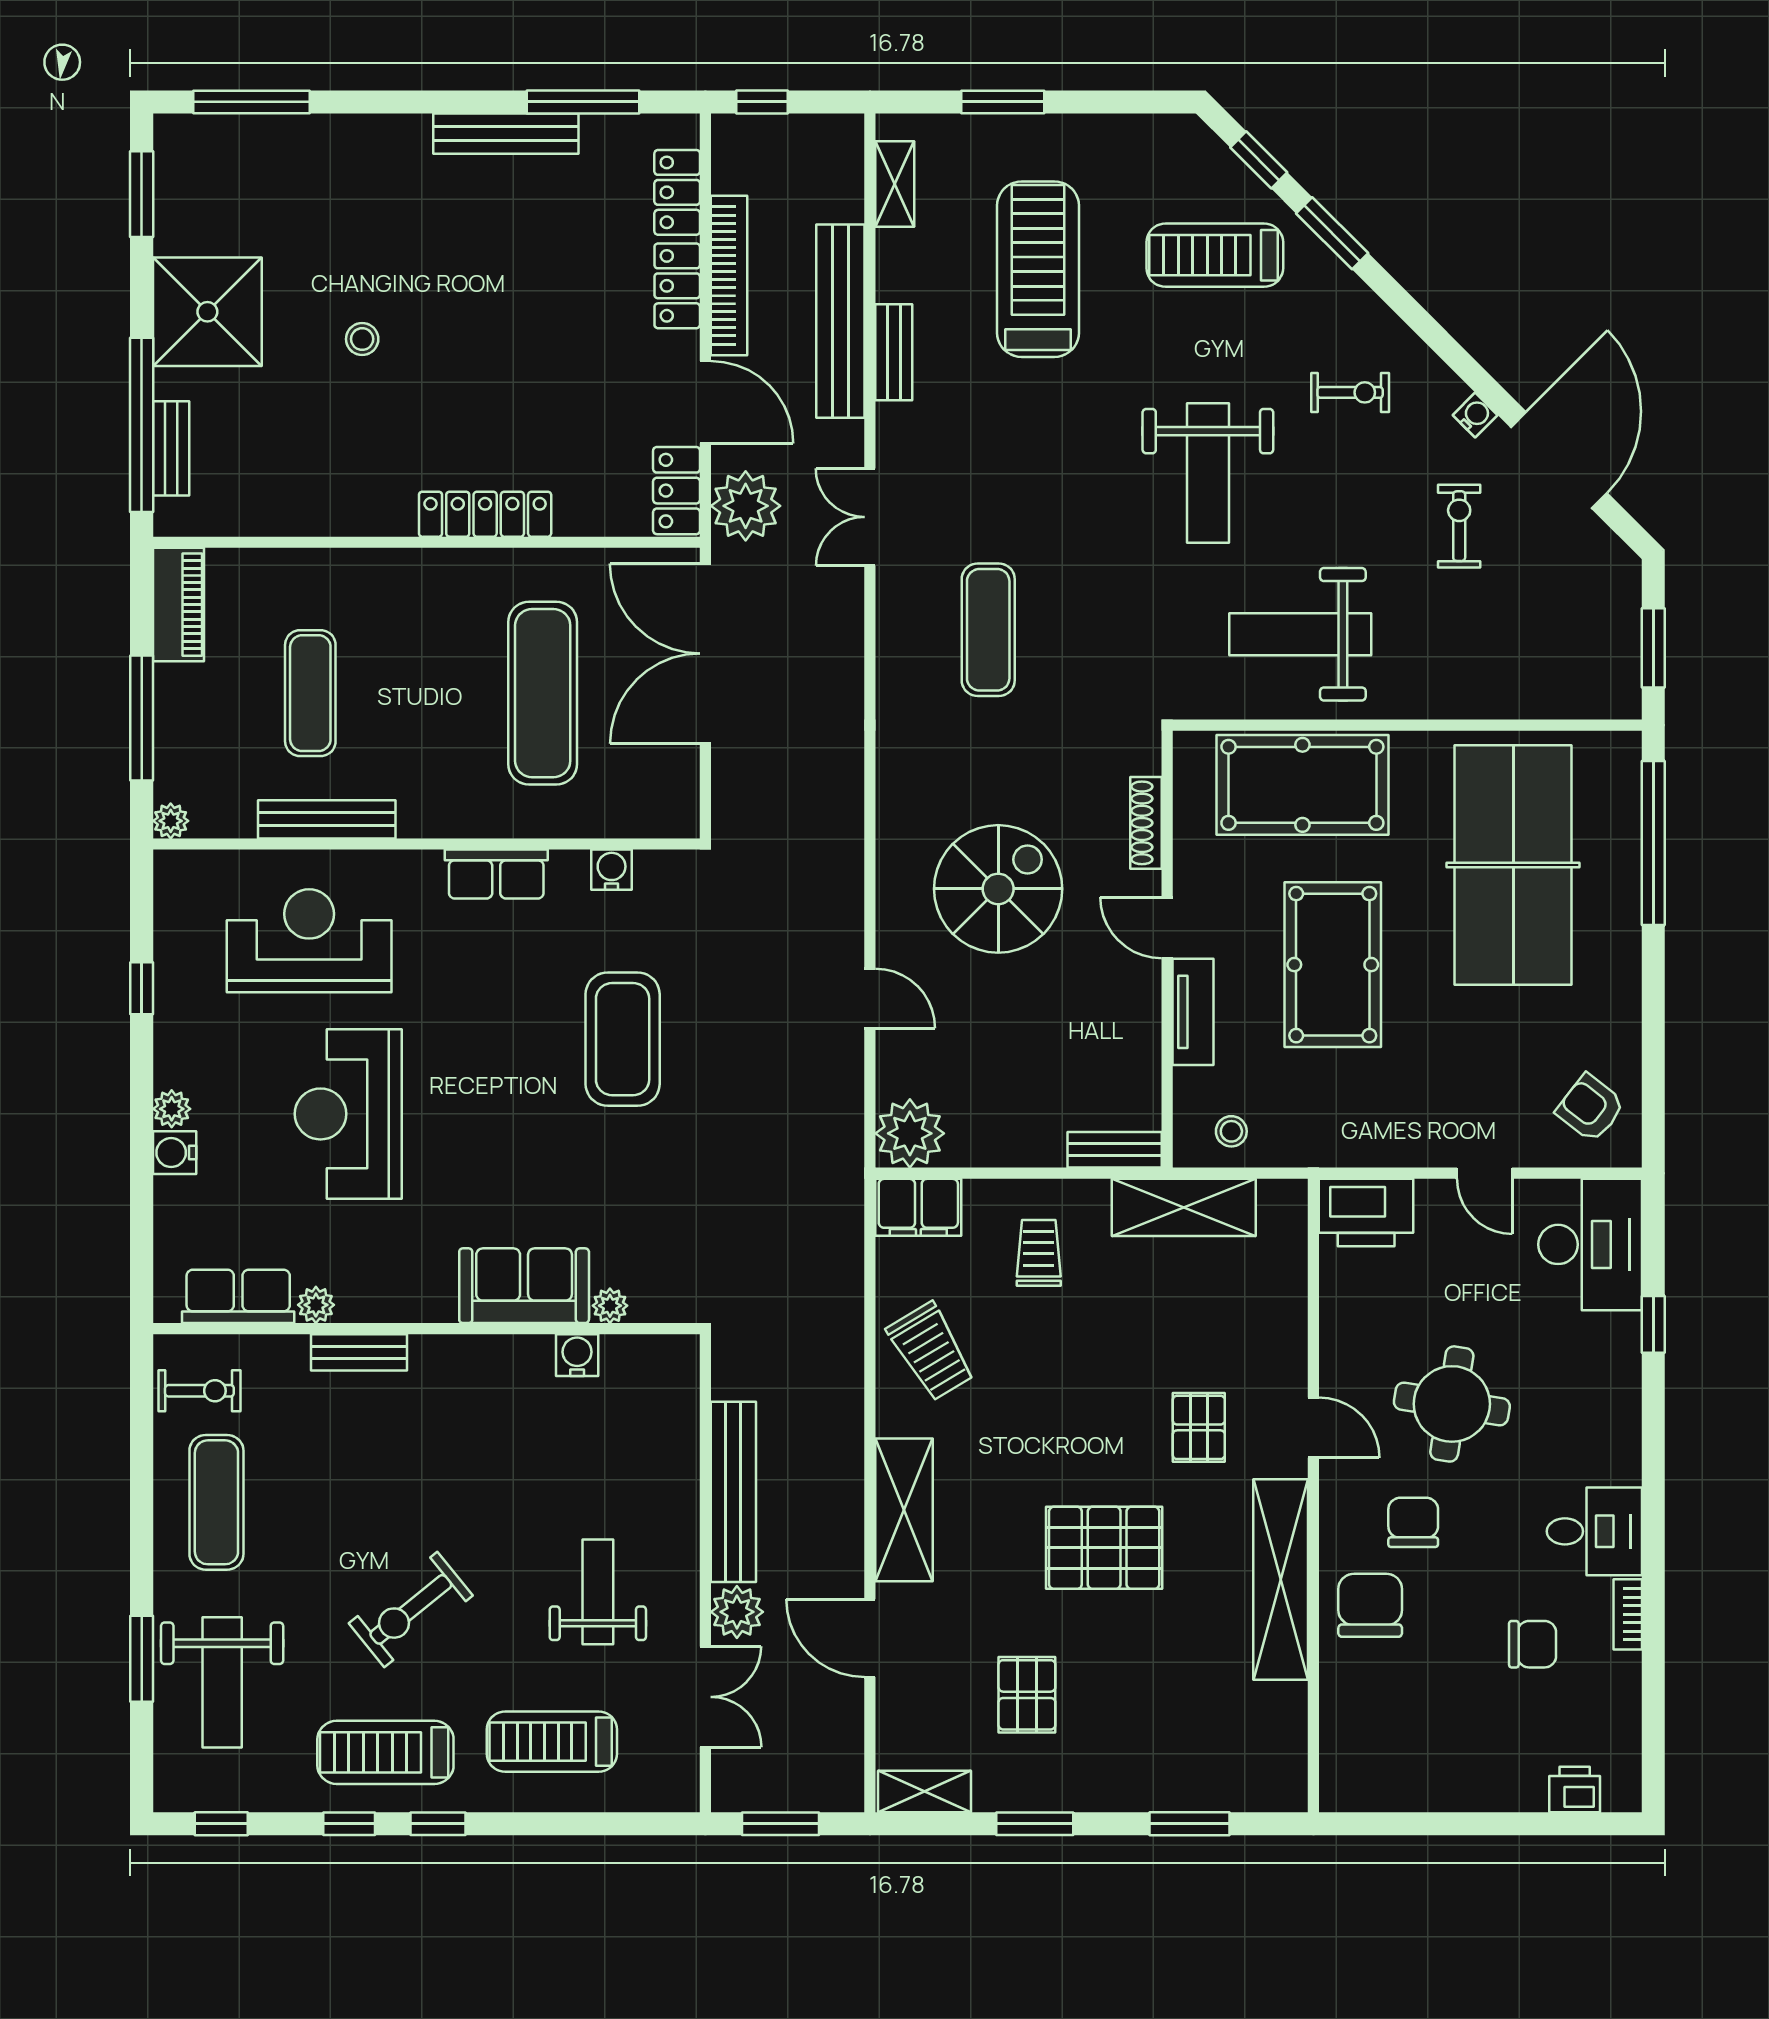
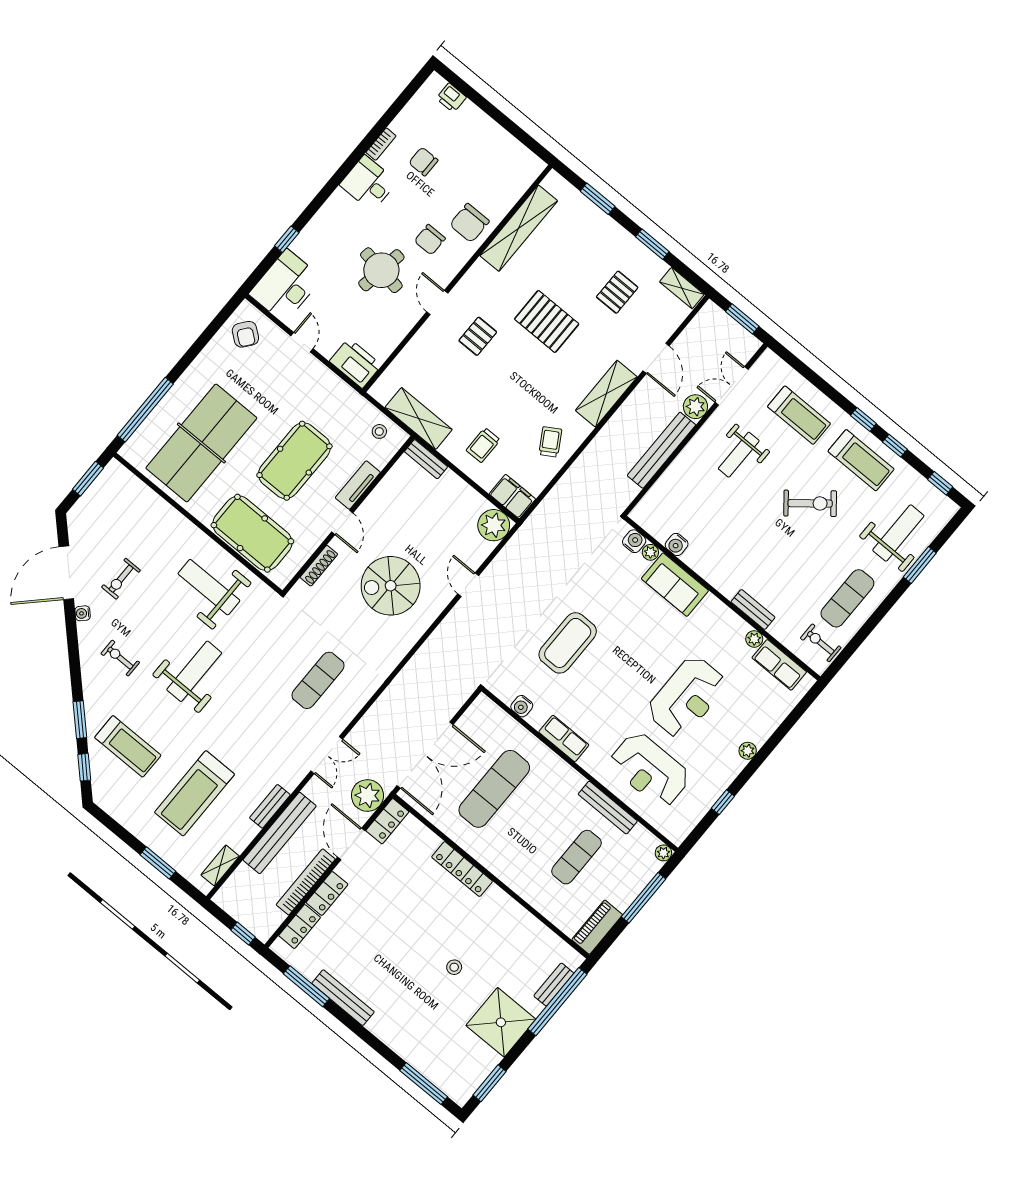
weight bench: (1300, 634) -> (209, 587), turned 180
water cooler: (175, 1153) -> (634, 541), moved, turned -90
trolley: (931, 1352) -> (550, 442), width x0.73, depth x0.72
shelving: (1281, 1580) -> (519, 228), moved

